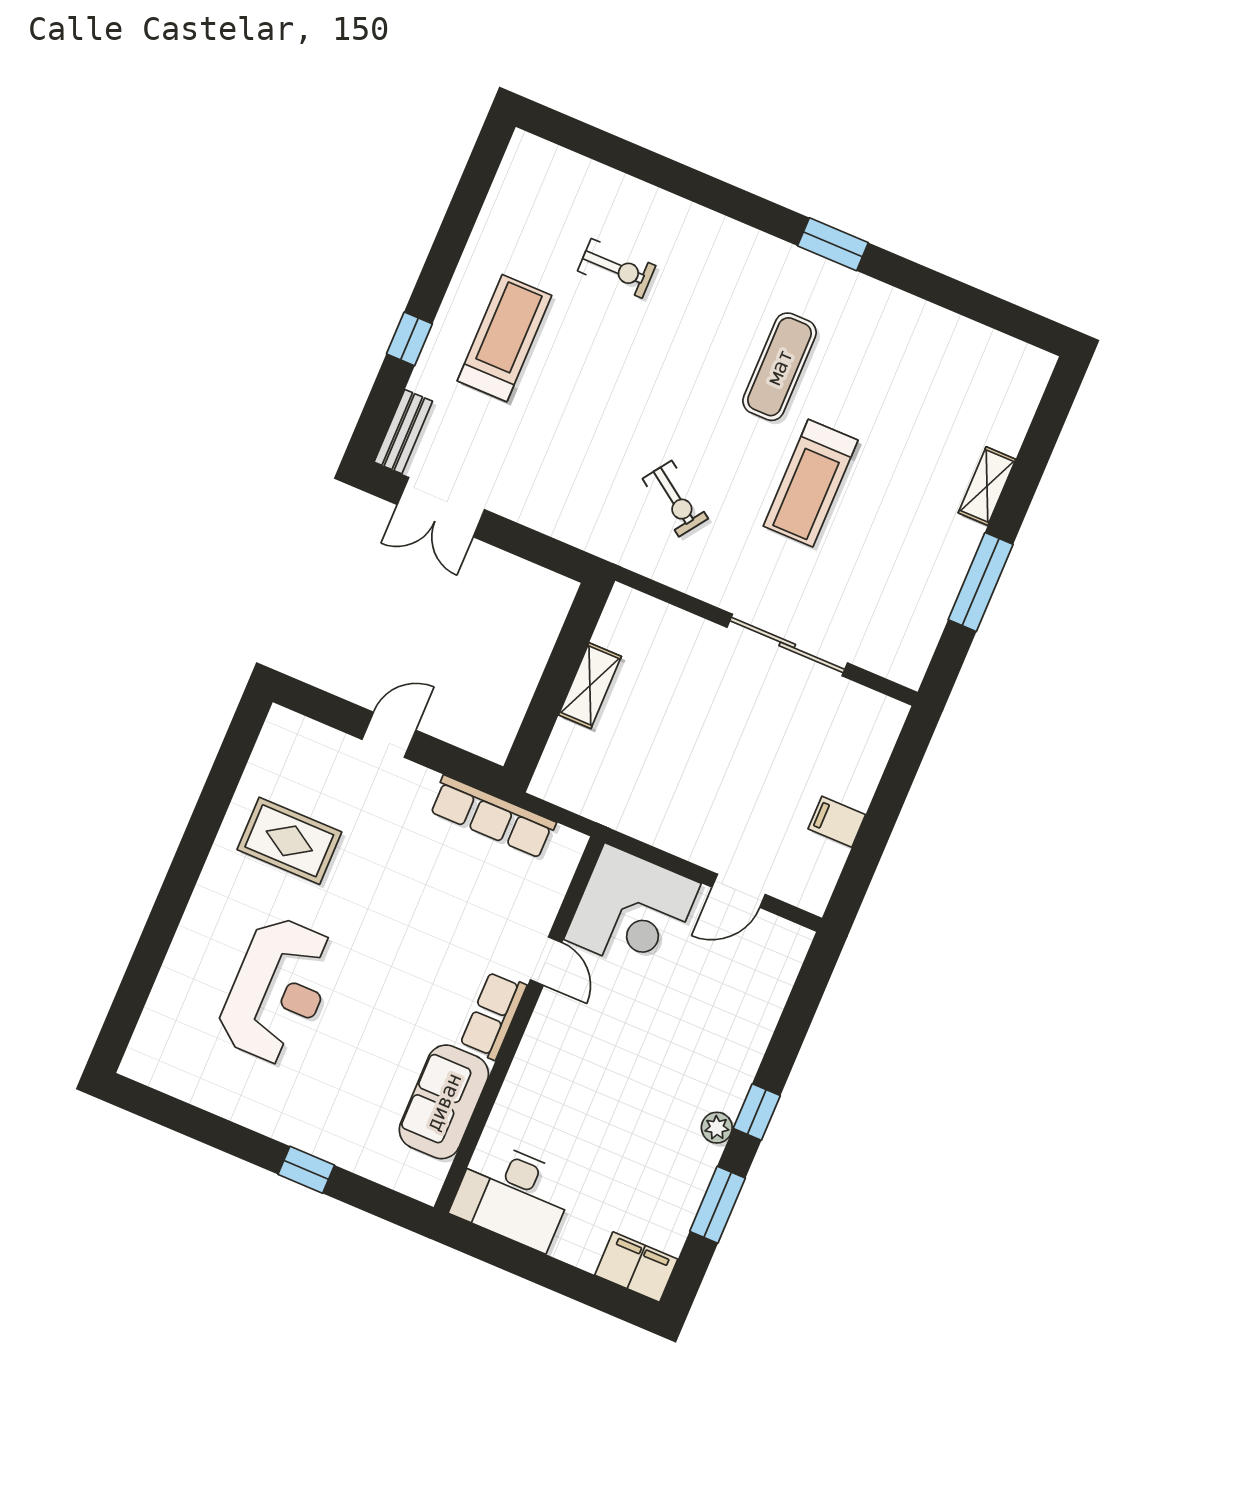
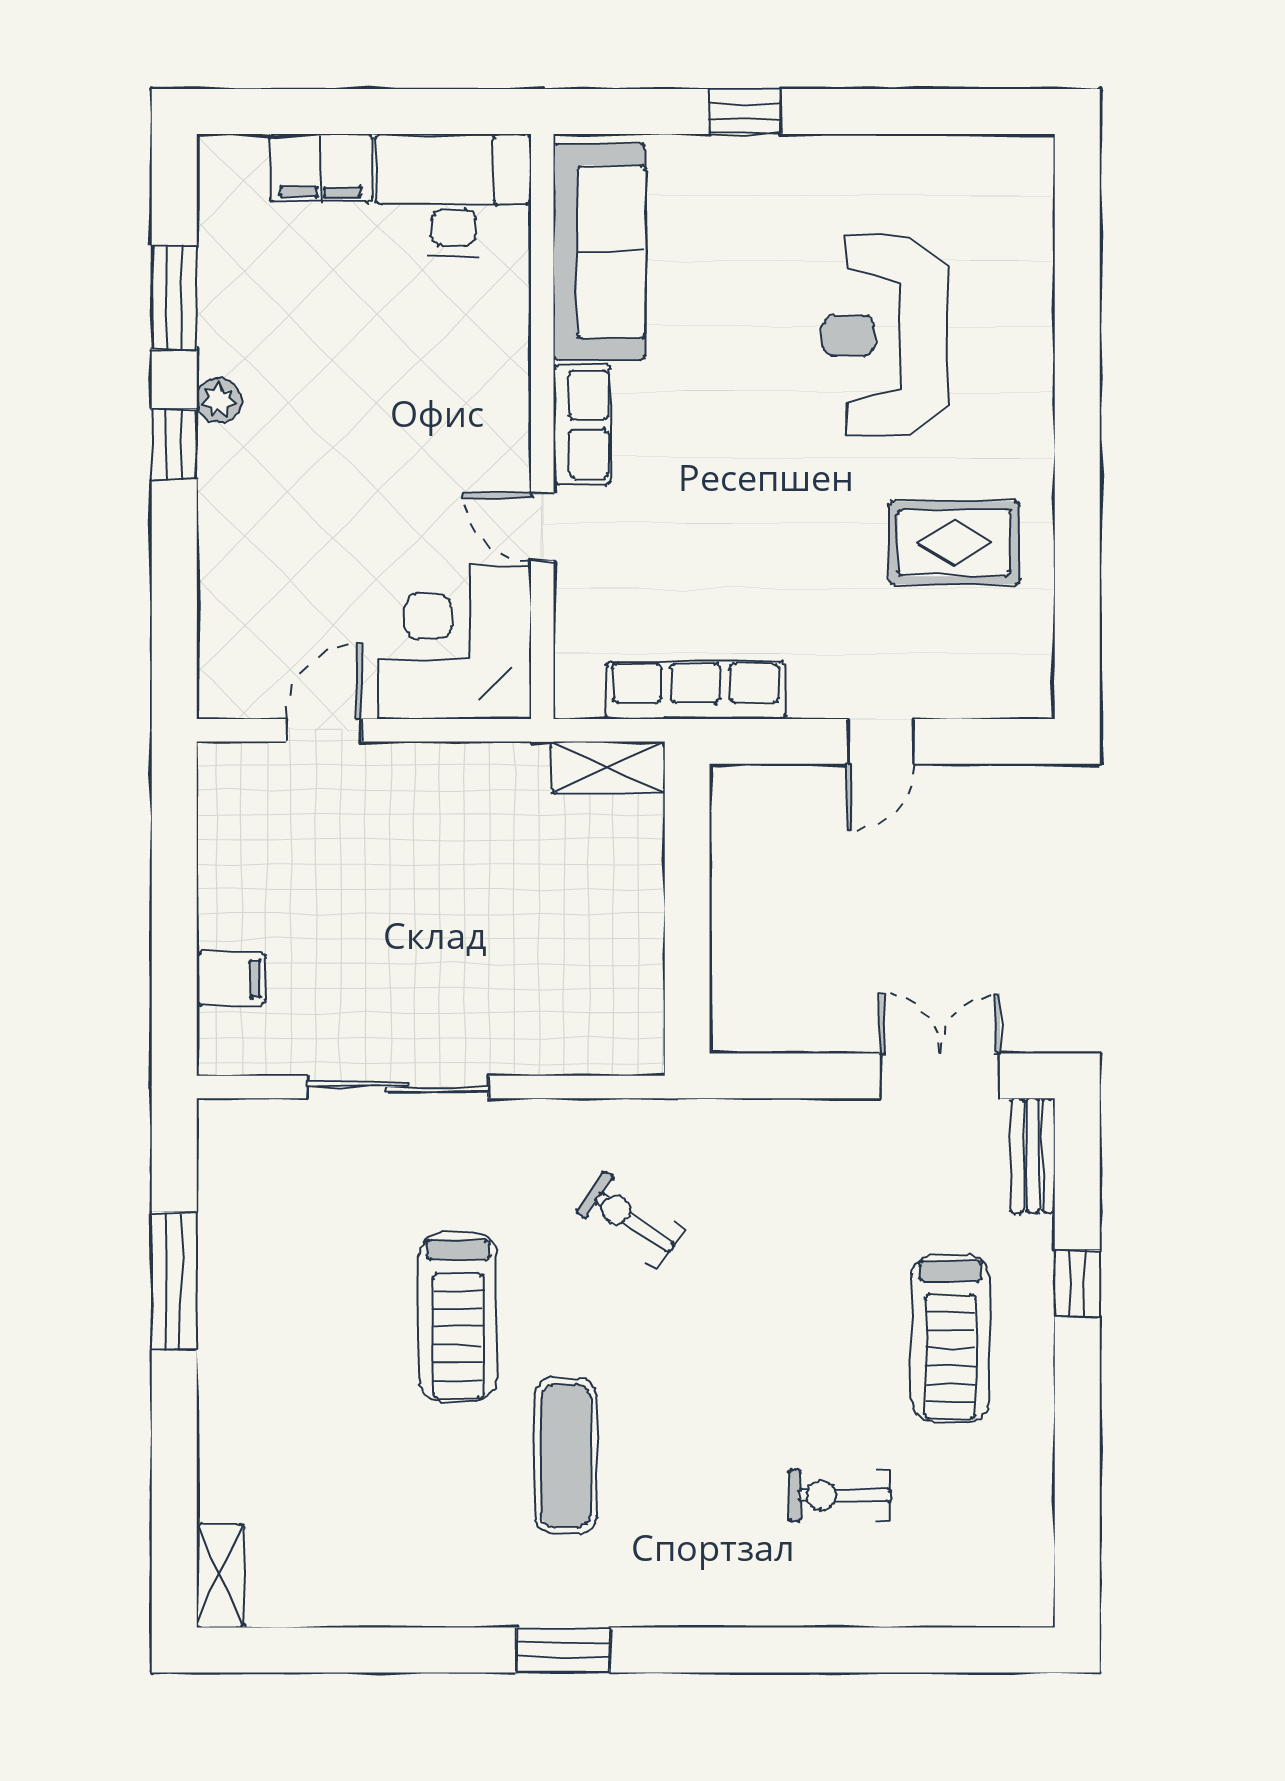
treadmill: (811, 483) -> (458, 1317), turned 180
shelving: (987, 486) -> (220, 1576), moved
shelving: (590, 686) -> (608, 767), moved, turned 90
filing cabinet: (837, 822) -> (231, 979), moved
sofa: (444, 1102) -> (599, 252), width x1.36
filing cabinet: (636, 1267) -> (320, 168), moved

